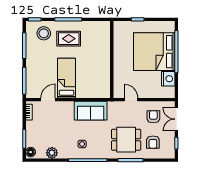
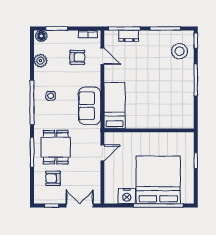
rug: (69, 39) -> (173, 80), removed
dresser: (30, 77) -> (129, 36), added
bed: (66, 78) -> (115, 105), moved, turned -90
armchair: (153, 117) -> (77, 57), moved

